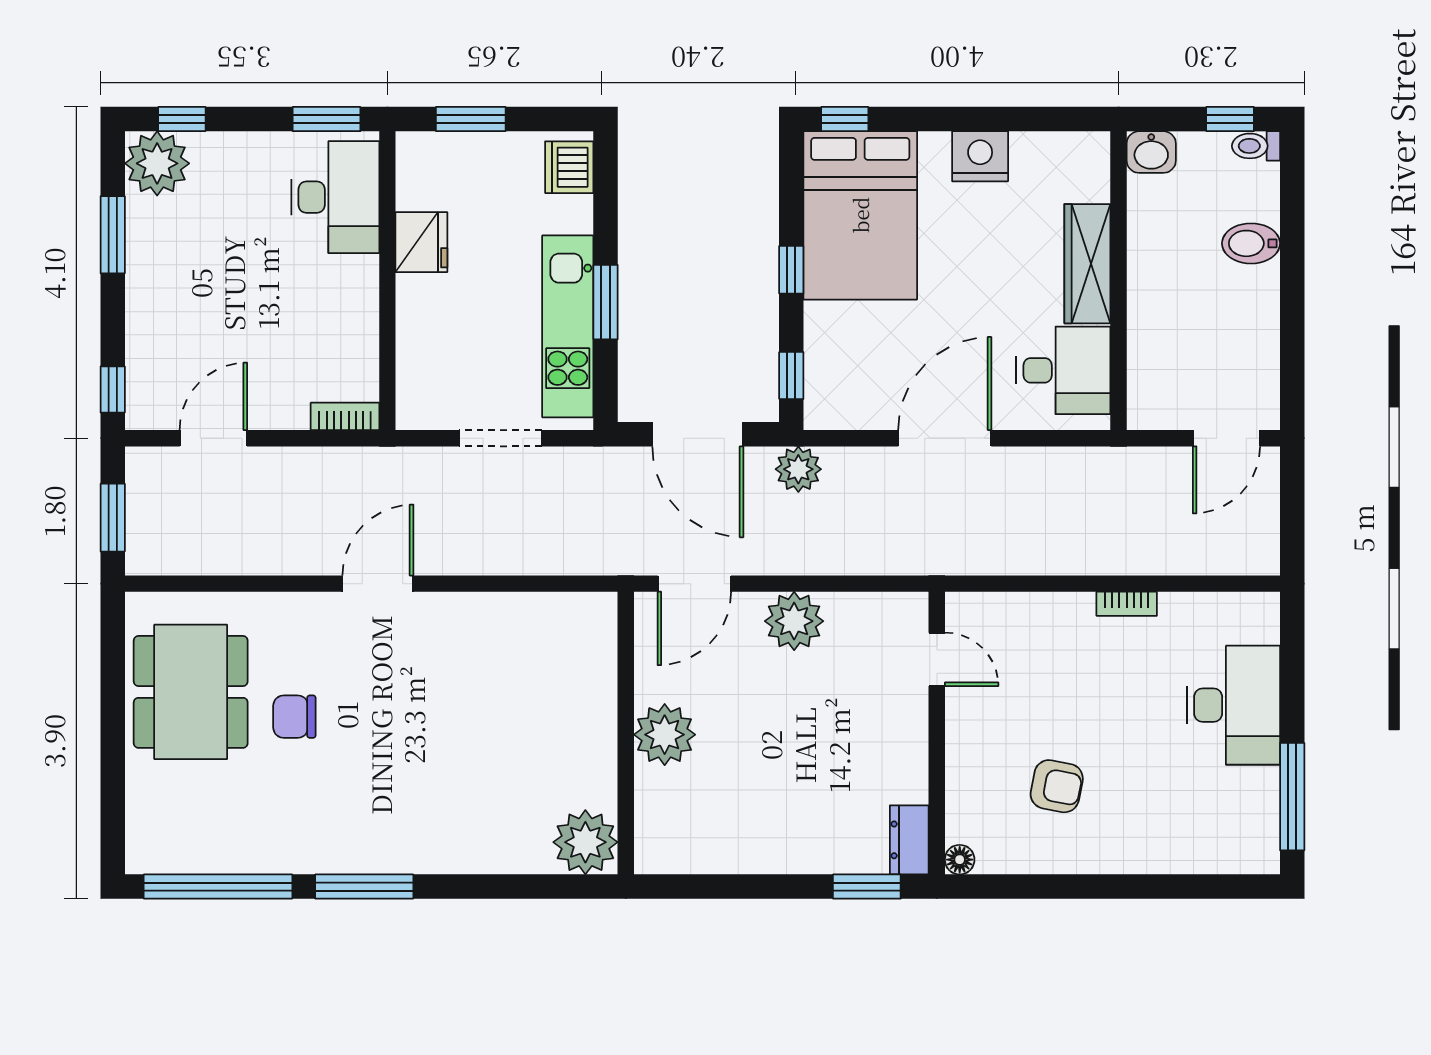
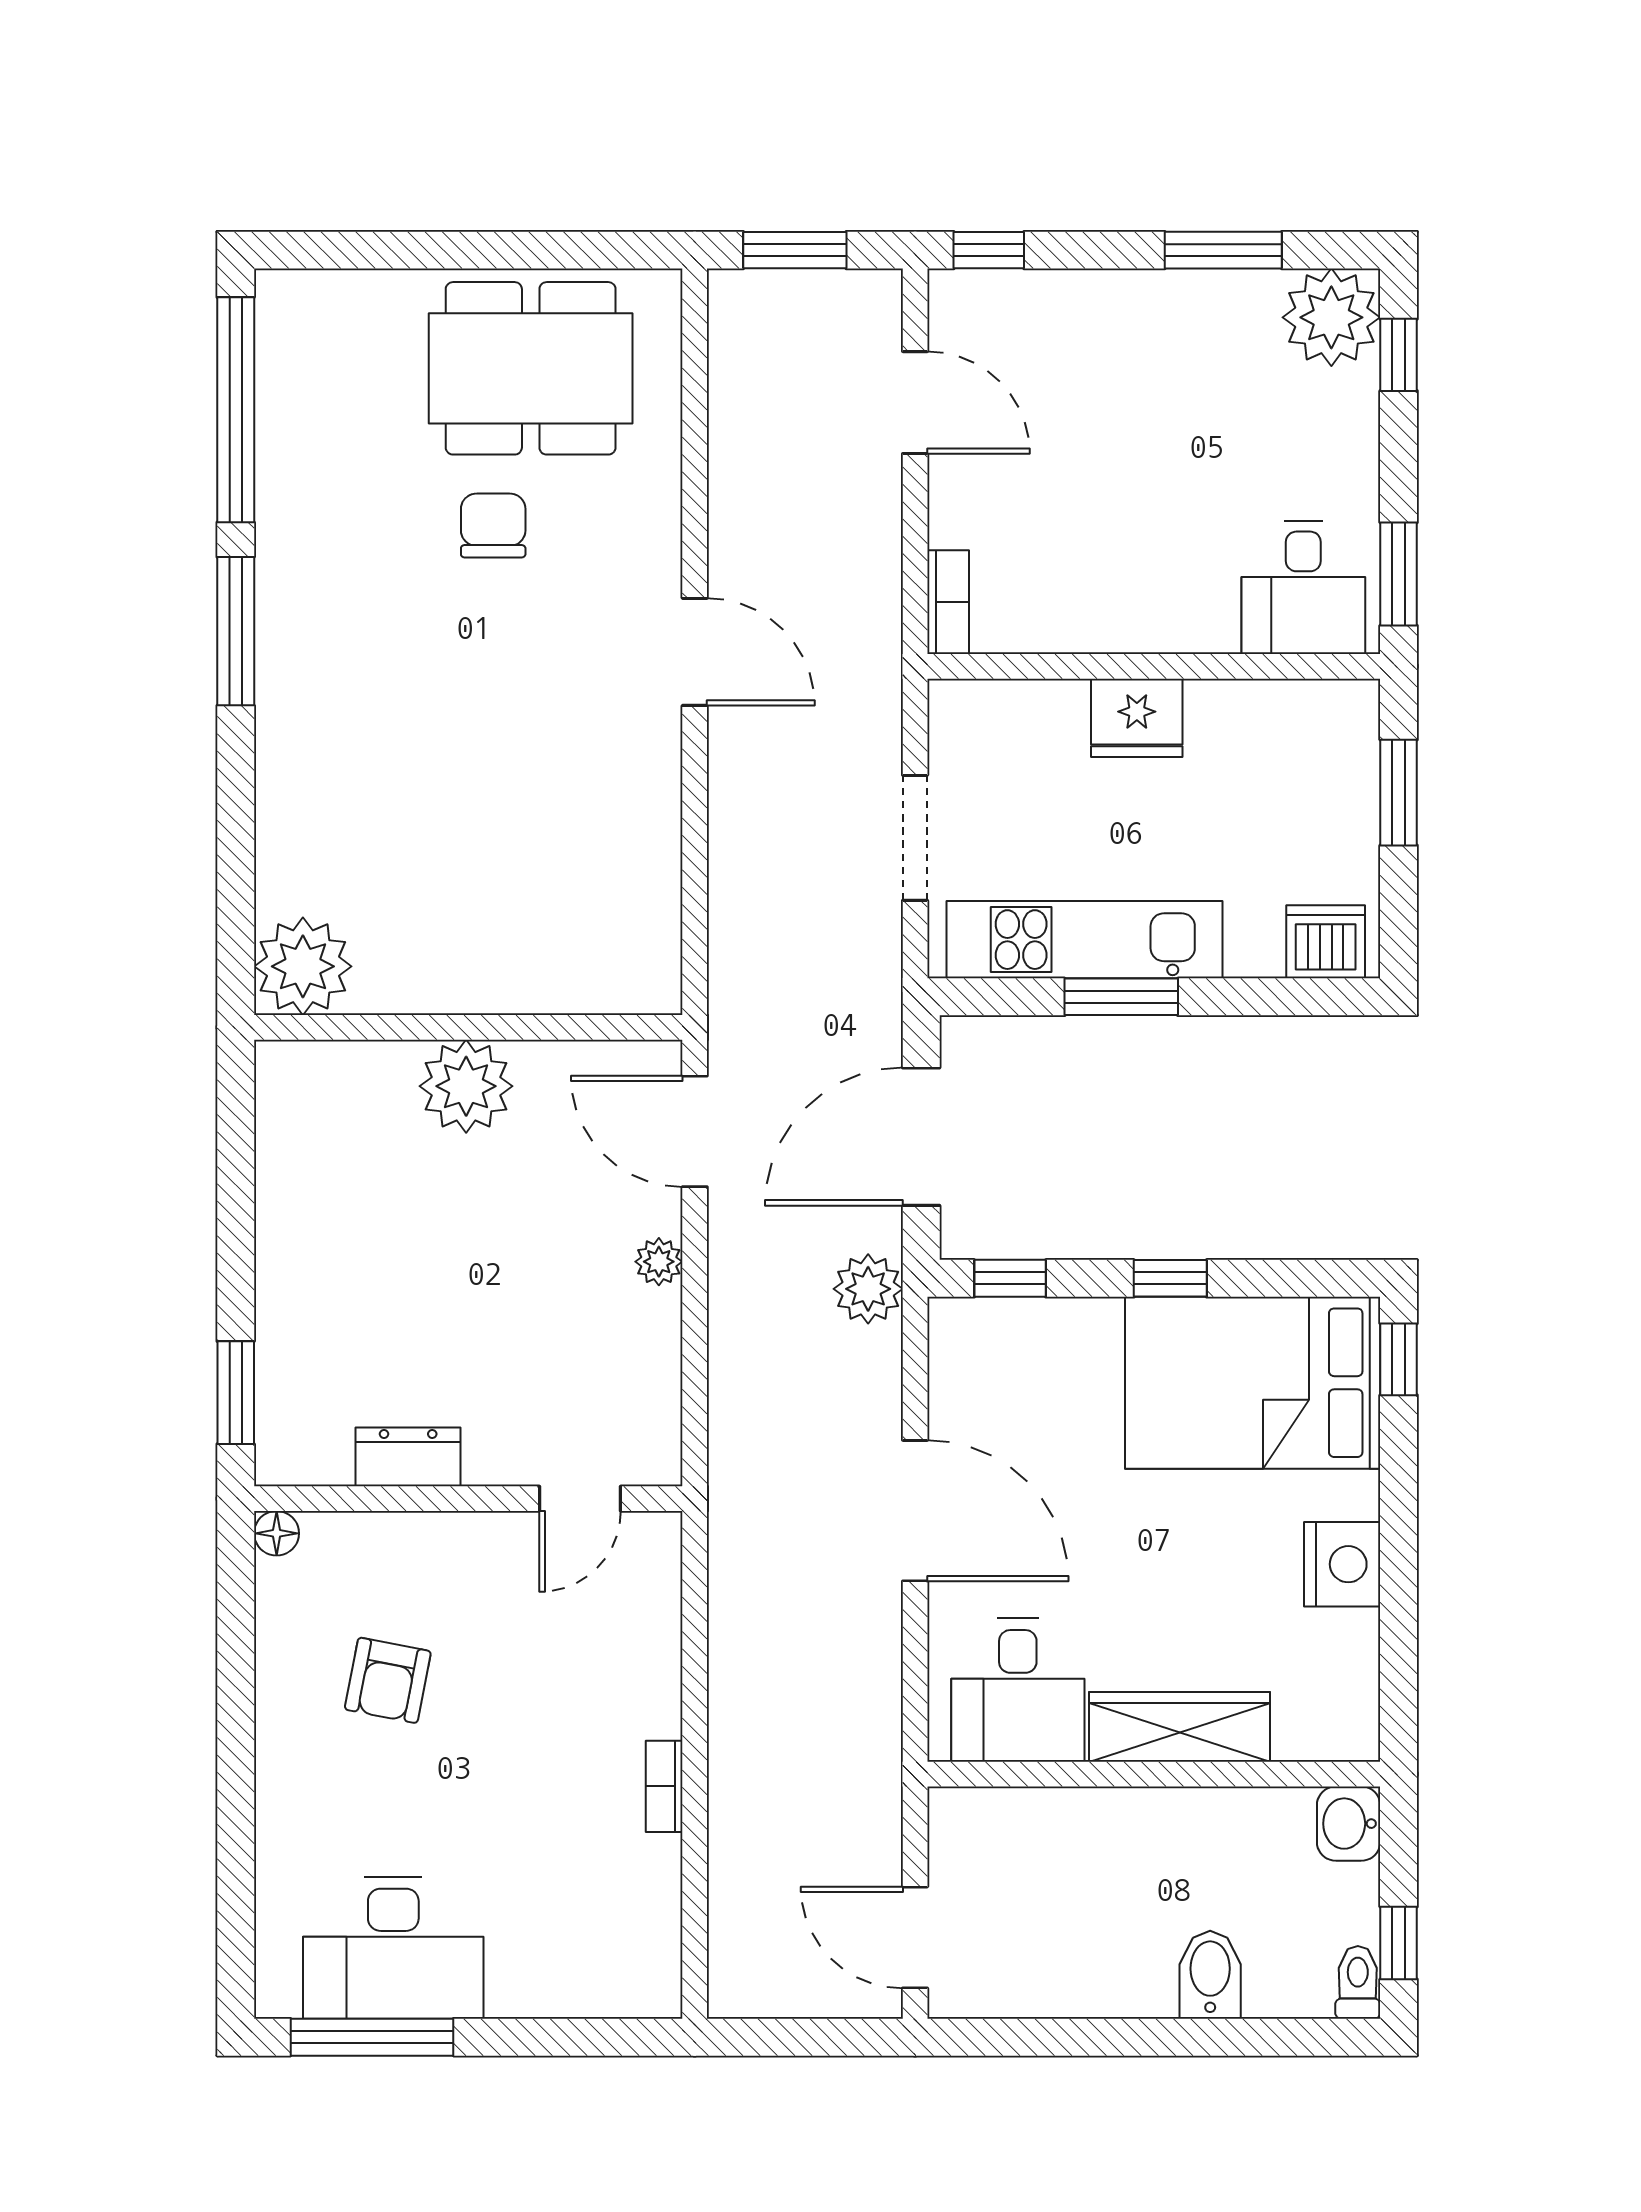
desk: (335, 197) -> (1303, 587), width x0.73
fridge: (421, 242) -> (1137, 718), moved
plant: (794, 621) -> (659, 1262), width x0.53, depth x0.53
desk: (1233, 705) -> (393, 1948), moved
dresser: (909, 840) -> (408, 1457), moved

